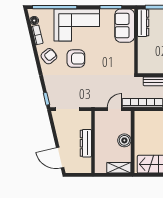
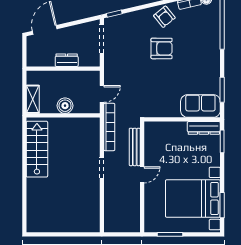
corner sofa: (77, 25) -> (201, 50), removed
armchair: (76, 59) -> (162, 48), turned -90
door: (114, 109) -> (102, 94), hinge flipped
dresser: (86, 143) -> (67, 60), width x0.70

